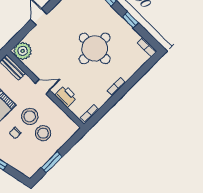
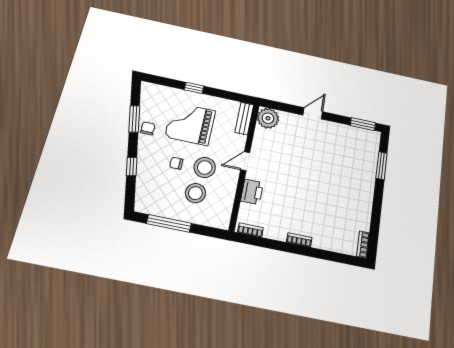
window: (130, 20) -> (377, 207), removed
round table: (95, 48) -> (322, 190), removed
door: (43, 87) -> (245, 161), swing flipped
window: (52, 162) -> (169, 223), width x1.44

